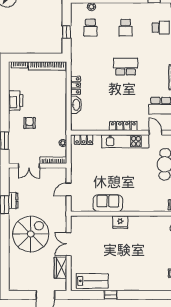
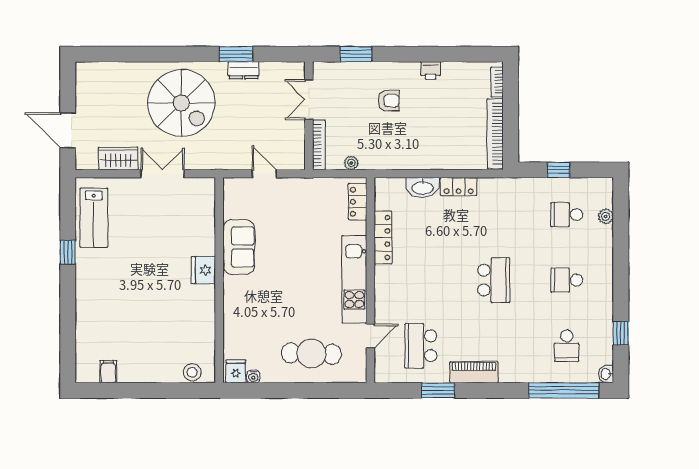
printer: (16, 100) -> (431, 70), width x0.53, depth x0.68
locker: (123, 126) -> (383, 238), moved

